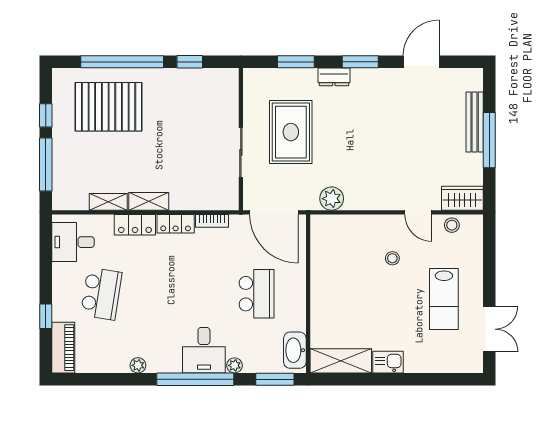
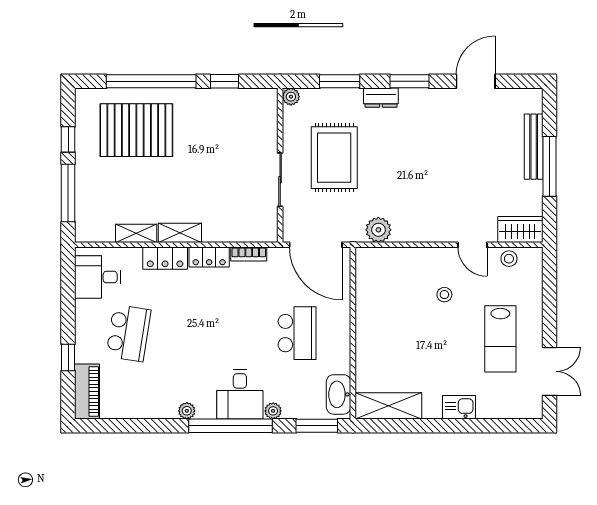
plant: (251, 76) -> (291, 97), added
kitchen sink: (388, 362) -> (459, 407), moved
plant: (138, 365) -> (187, 411), moved

